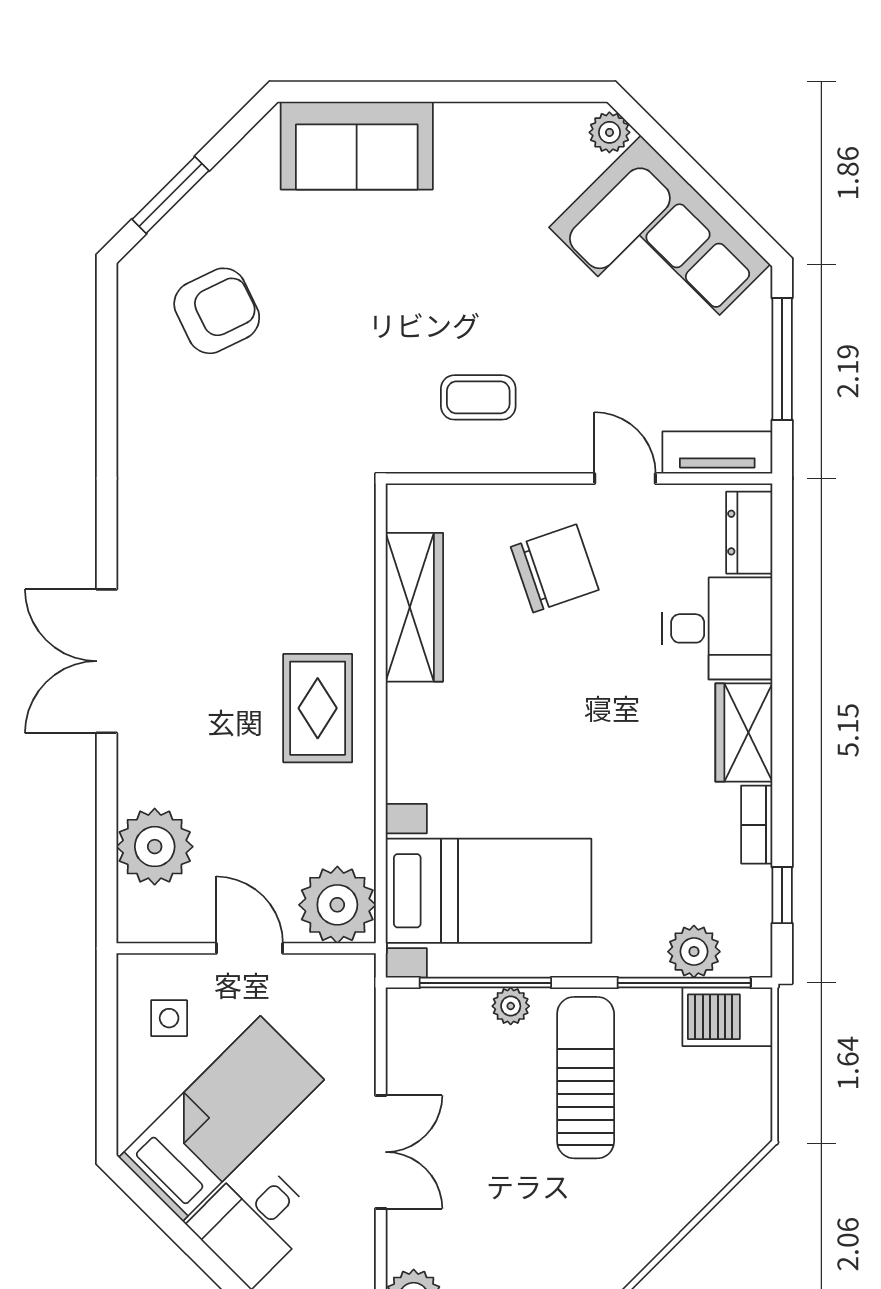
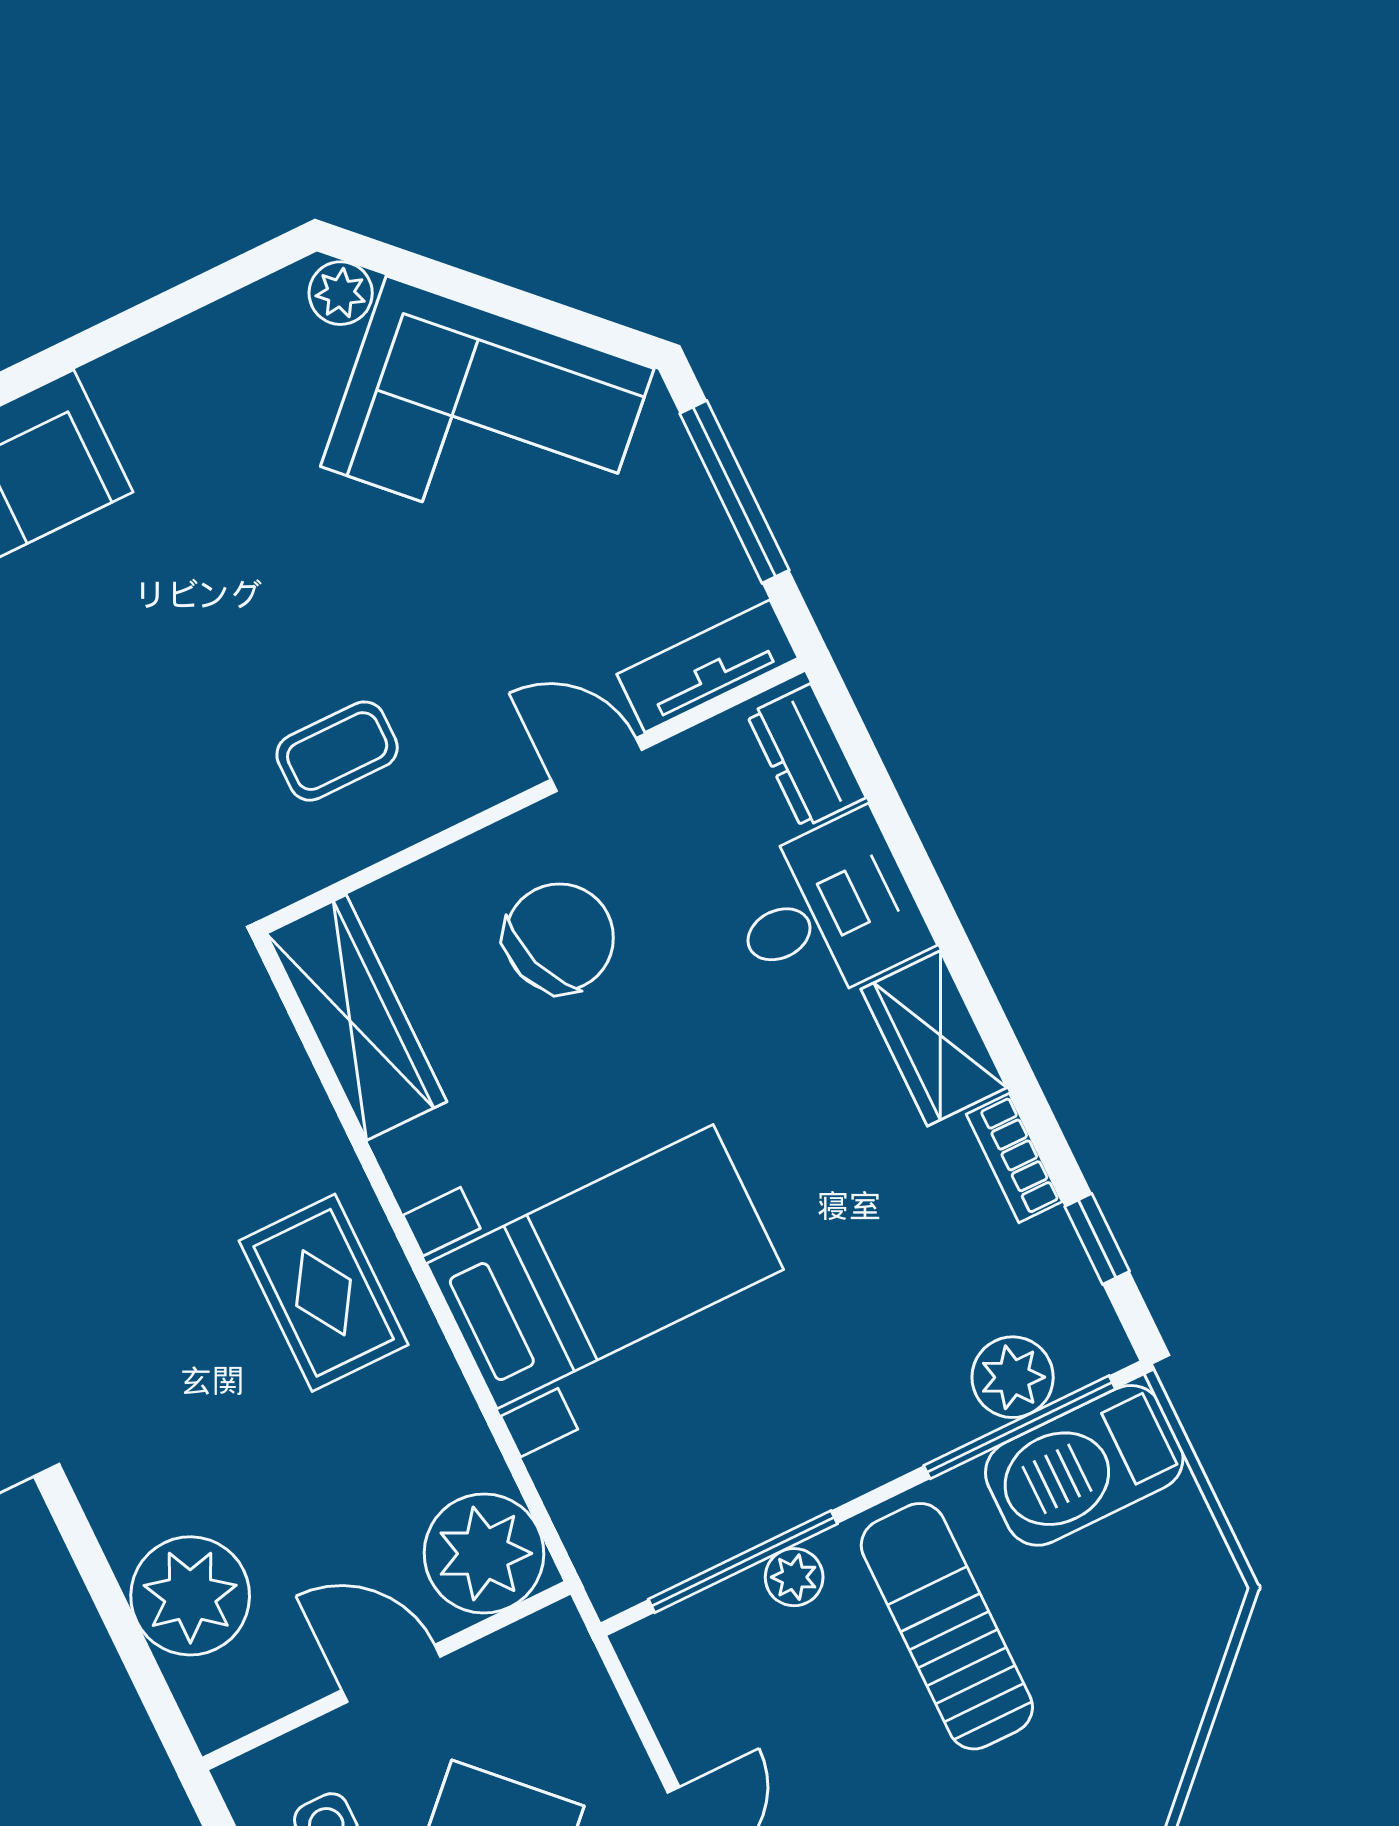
wardrobe: (414, 607) -> (356, 1017), moved
bed with nightstands: (488, 891) -> (605, 1267), moved
barbecue: (727, 1017) -> (1084, 1465), width x1.37, depth x1.21

